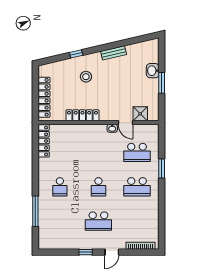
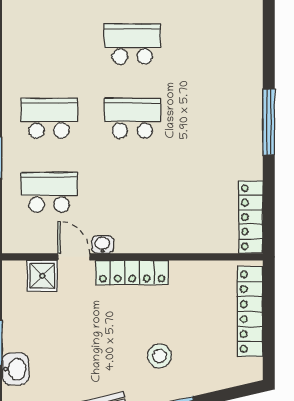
locker: (82, 115) -> (132, 272), moved
school desk: (60, 187) -> (216, 118), removed
school desk: (98, 187) -> (132, 118), width x1.85
window: (35, 211) -> (269, 122), moved

